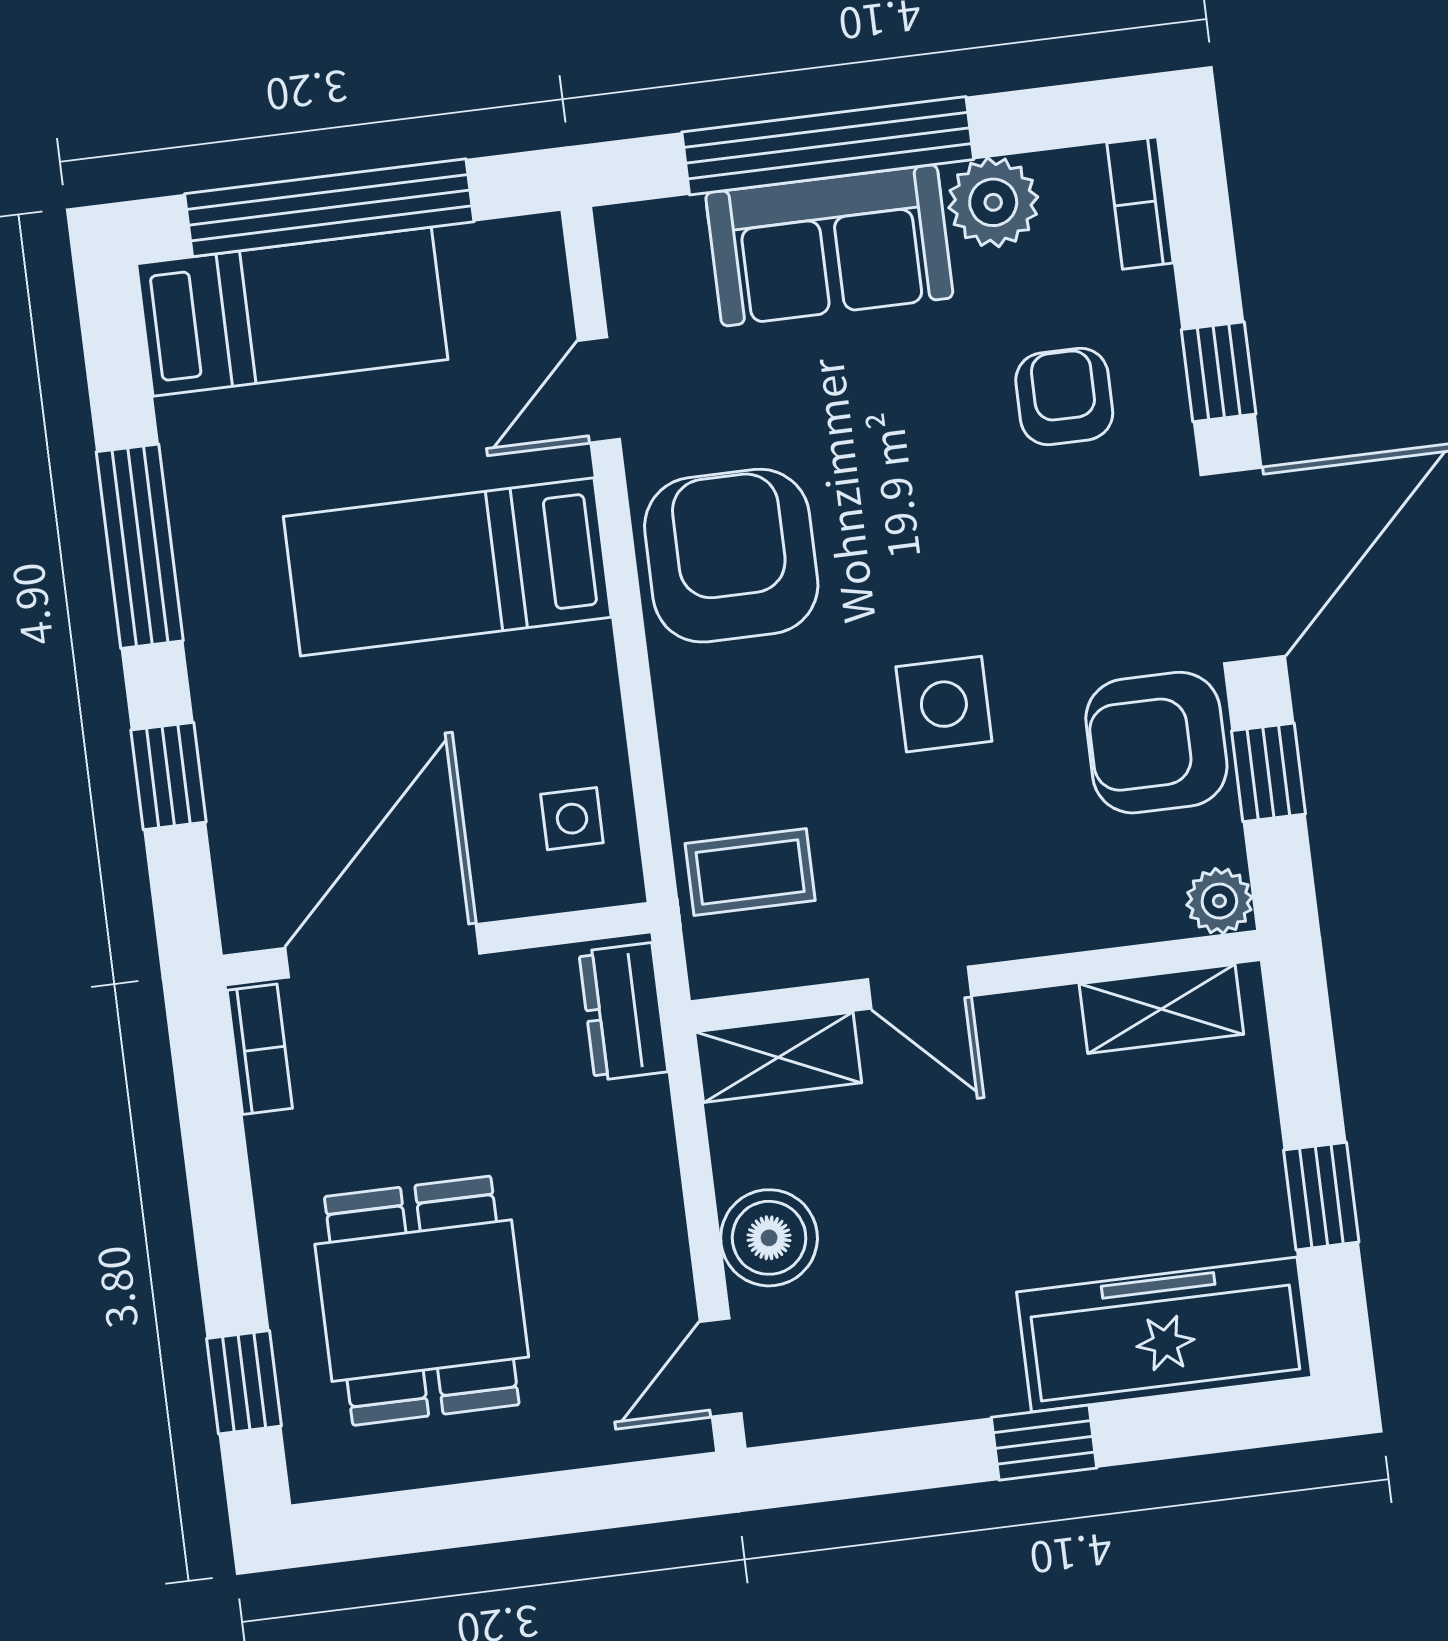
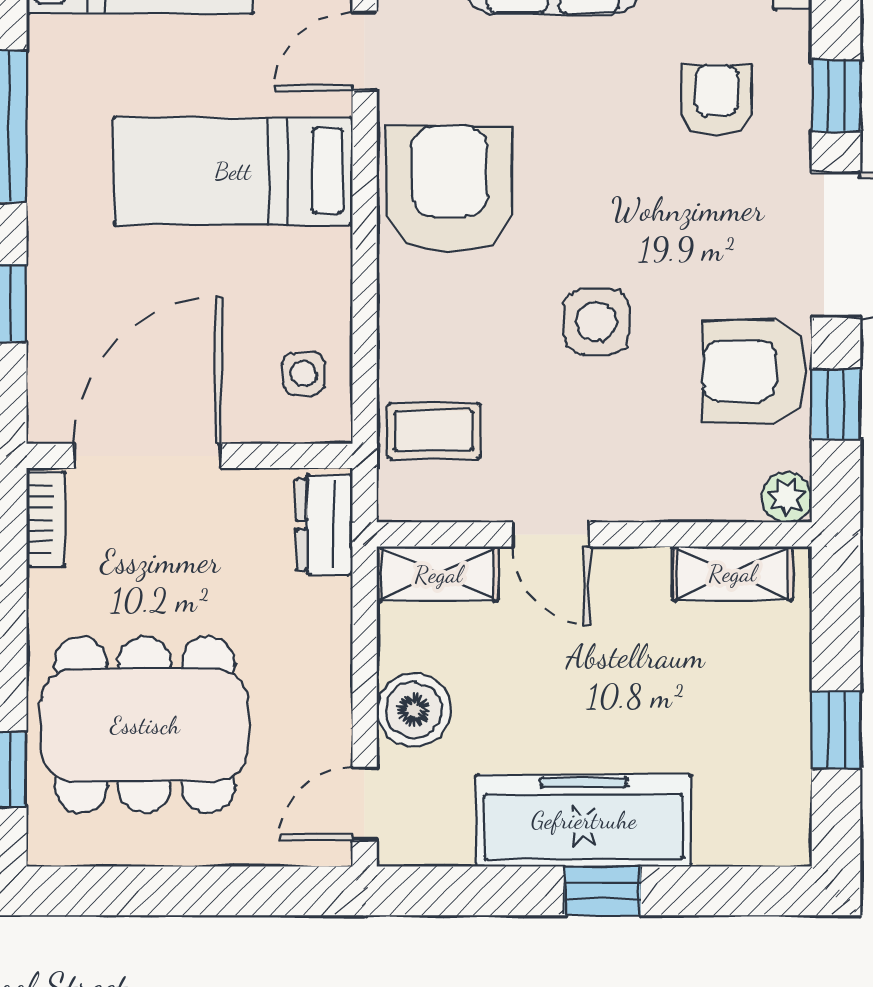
dining table: (422, 1301) -> (145, 725), width x1.38
freezer: (1164, 1335) -> (584, 820), moved

